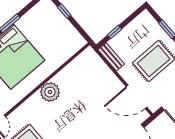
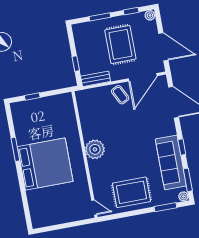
coffee table: (110, 86) -> (120, 95), added

